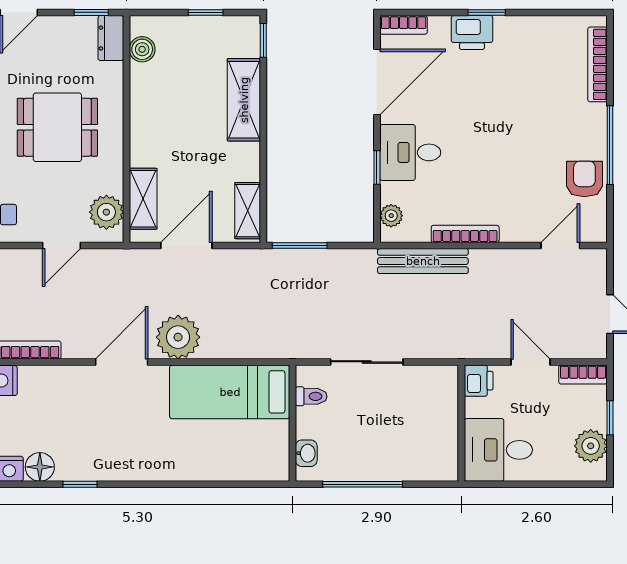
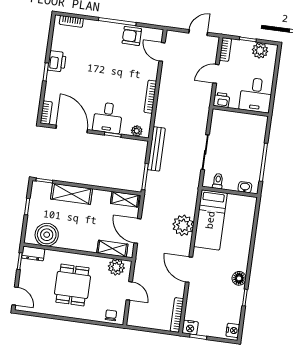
printer: (472, 32) -> (57, 61), moved
boiler: (142, 49) -> (47, 235), width x1.86, depth x1.86
bookcase: (597, 64) -> (71, 21), width x0.64
bench: (423, 261) -> (156, 149), moved
plant: (178, 337) -> (183, 225), moved
floor lamp: (40, 467) -> (239, 278), moved

